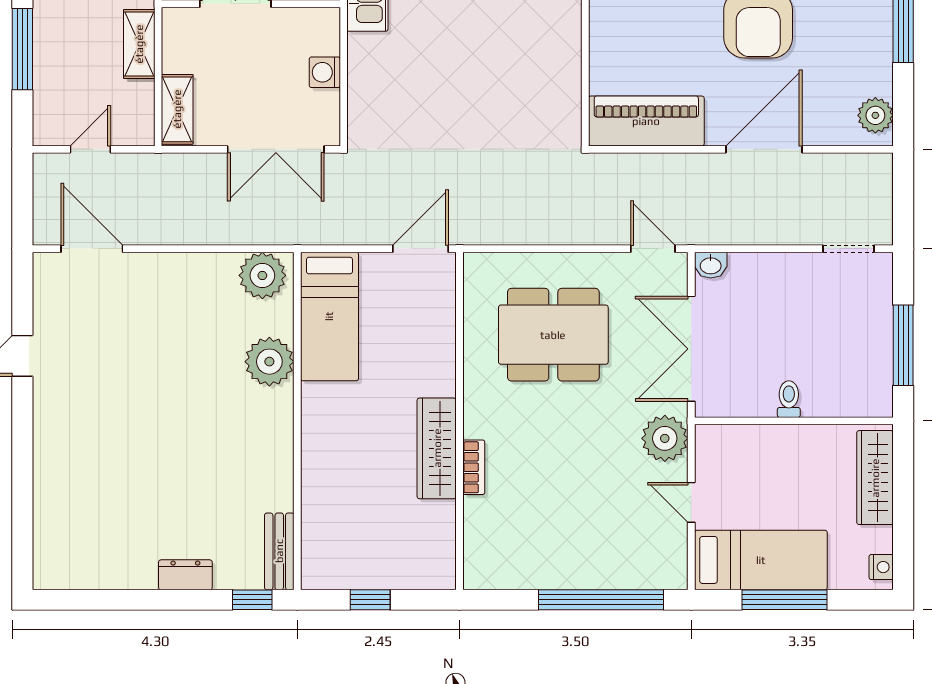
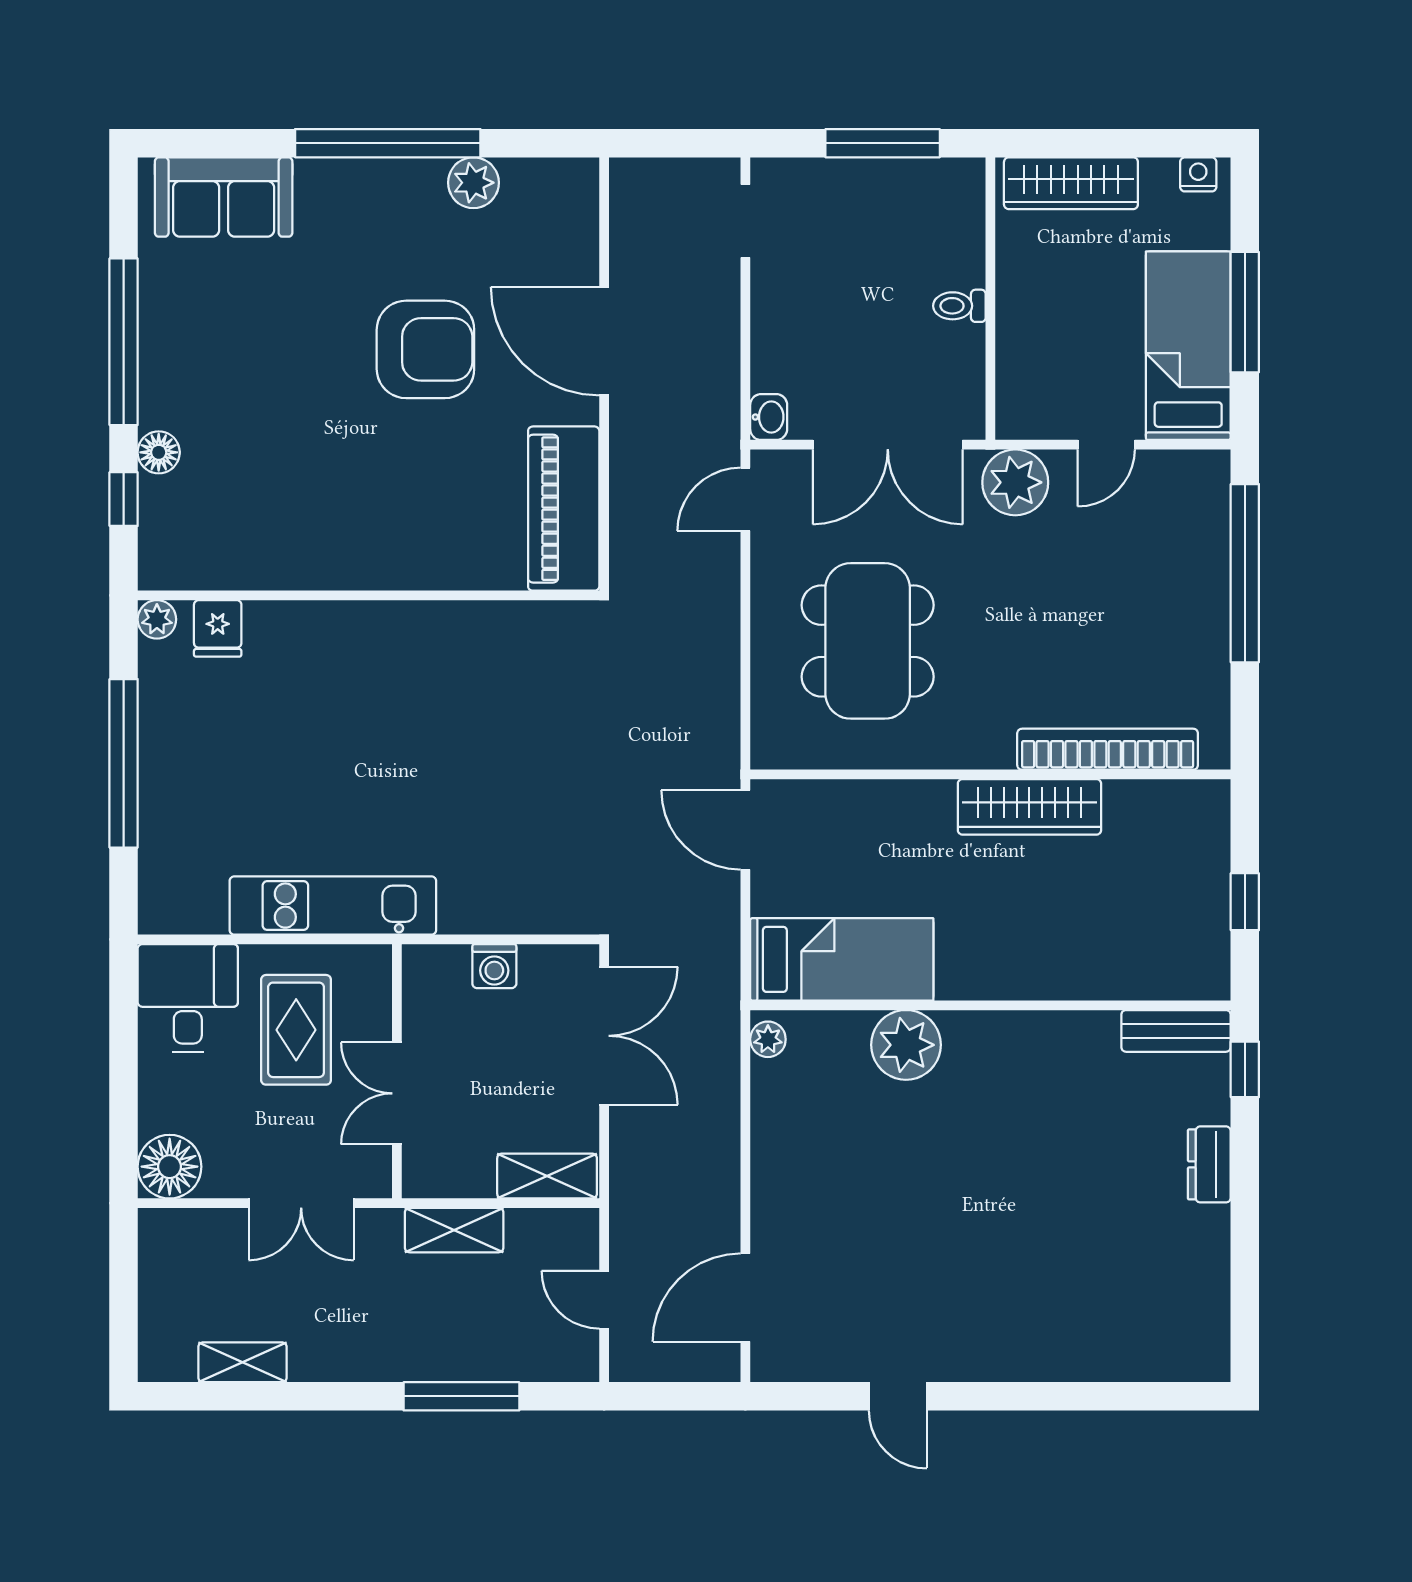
plant: (875, 115) -> (473, 183), moved
plant: (262, 275) -> (768, 1039), width x0.53, depth x0.53
bookcase: (474, 467) -> (1108, 749), width x2.31, depth x1.31

